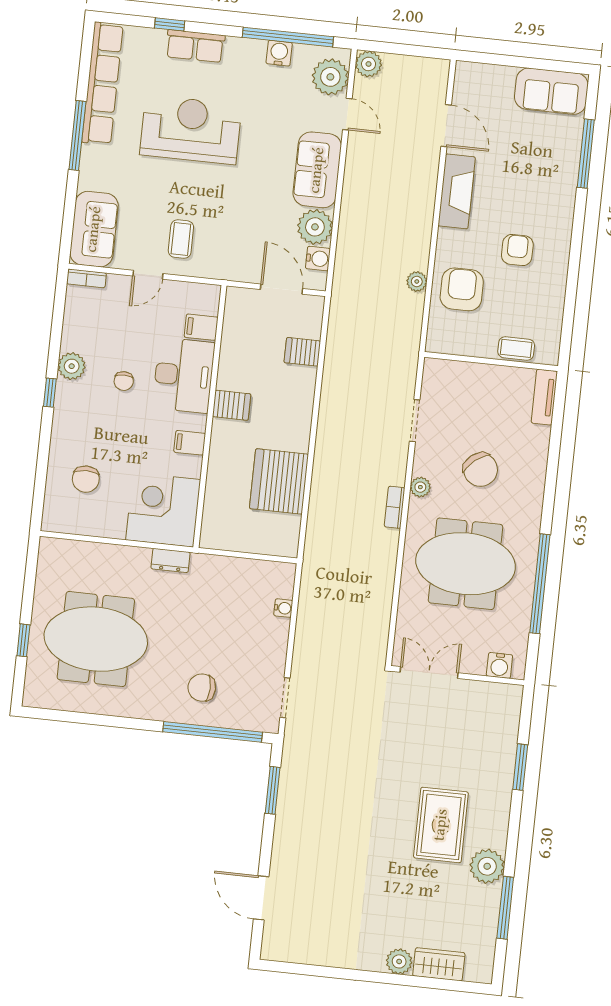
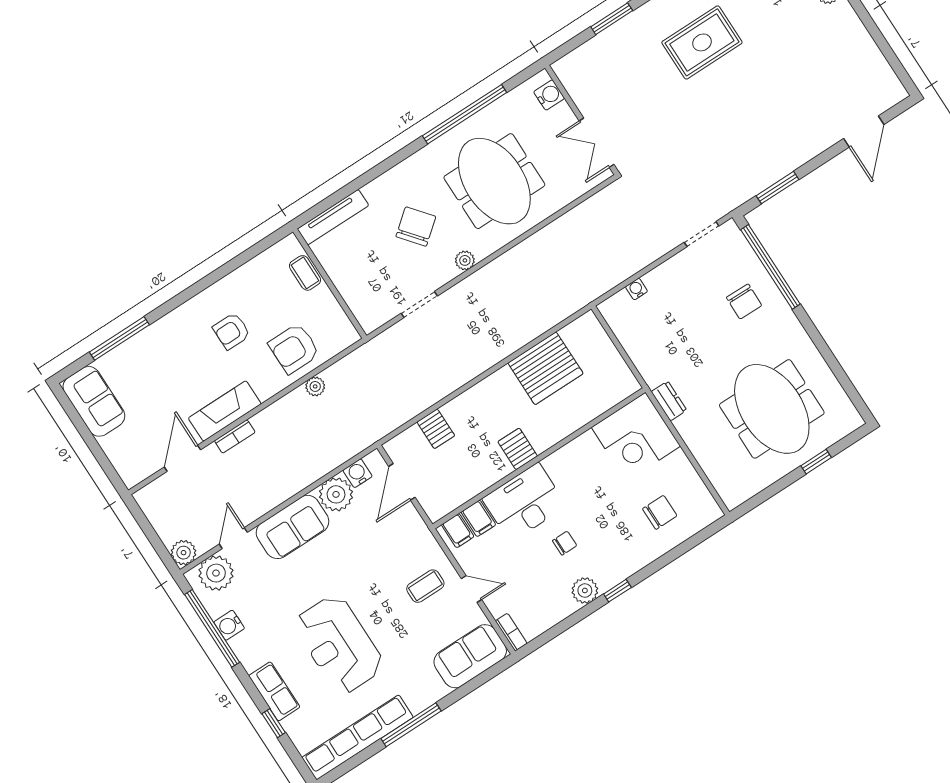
tv unit: (544, 397) -> (333, 217), width x1.41
filing cabinet: (190, 443) -> (458, 531), moved
bookcase: (395, 507) -> (235, 436), moved

